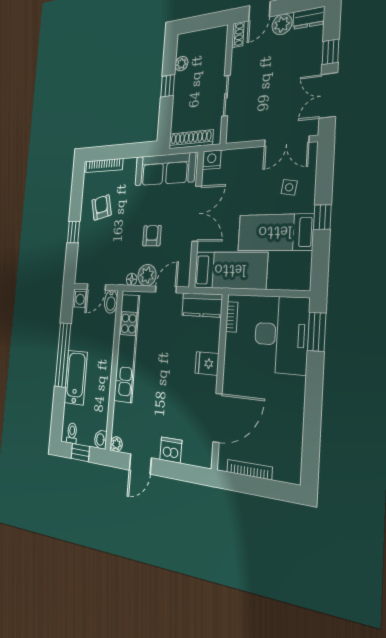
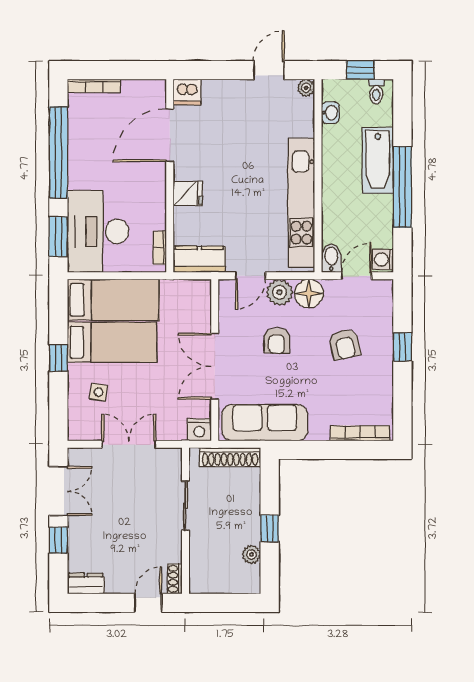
plant: (282, 24) -> (118, 582), removed
double door: (286, 141) -> (129, 444), moved
armchair: (102, 207) -> (345, 344), moved
bed: (230, 270) -> (113, 300), moved, turned 180
floor lamp: (132, 279) -> (309, 294), width x1.89, depth x1.89
window: (313, 414) -> (58, 153), added
washbasin: (101, 440) -> (330, 113), moved
dishwasher: (171, 450) -> (187, 92), moved
bookcase: (249, 470) -> (94, 86), moved

